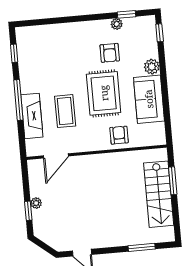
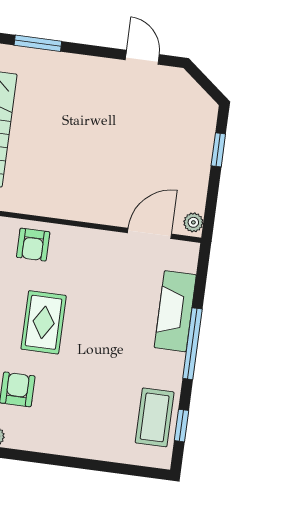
rug: (104, 93) -> (44, 322), width x0.73, depth x0.70
coffee table: (65, 111) -> (155, 417), moved
plant: (36, 203) -> (193, 222), moved

